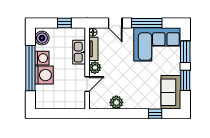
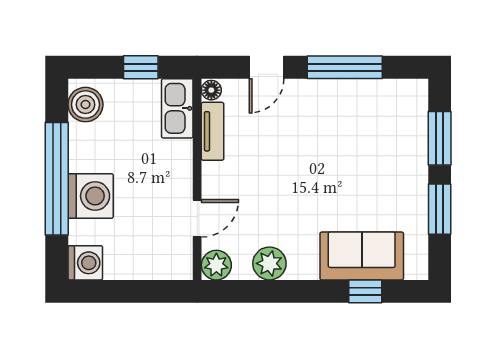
door: (115, 23) -> (266, 67), hinge flipped
corner sofa: (157, 44) -> (370, 120), removed
kitchen sink: (79, 52) -> (177, 108), moved
washing machine: (42, 58) -> (85, 263), moved
plant: (95, 68) -> (216, 265), moved
sofa: (171, 92) -> (362, 256), moved, turned 90

